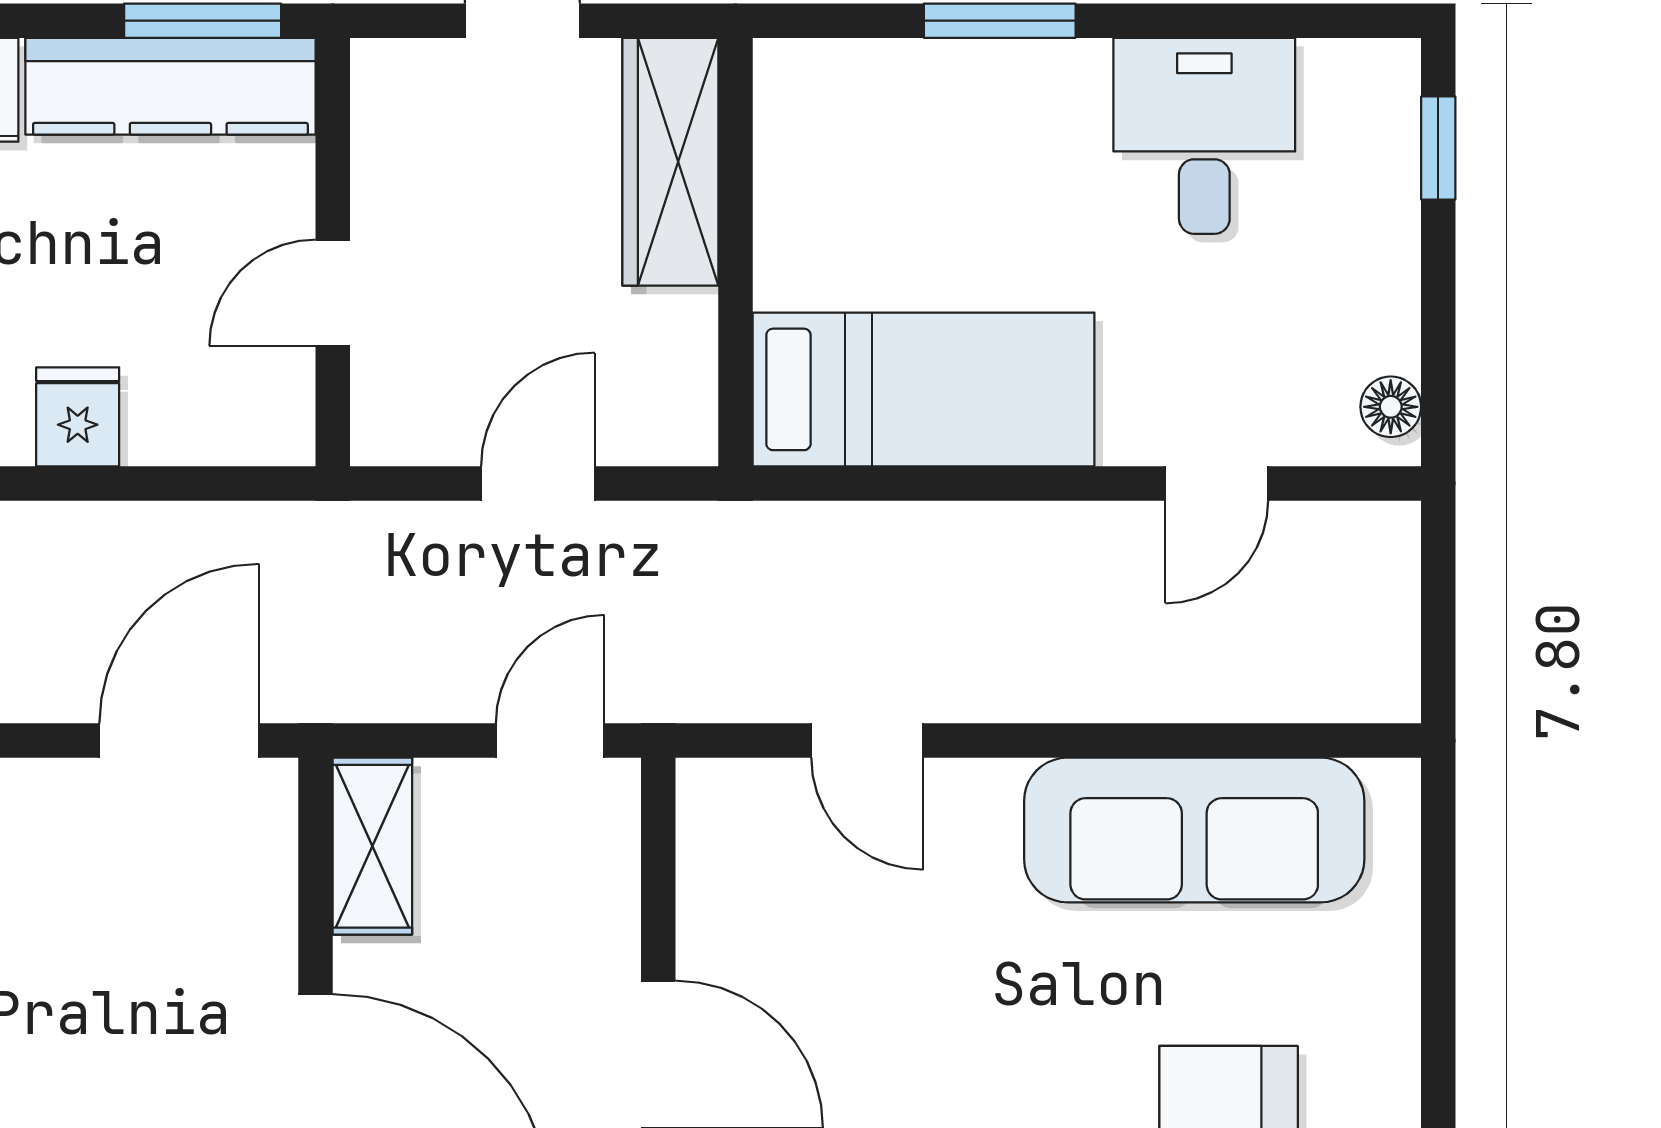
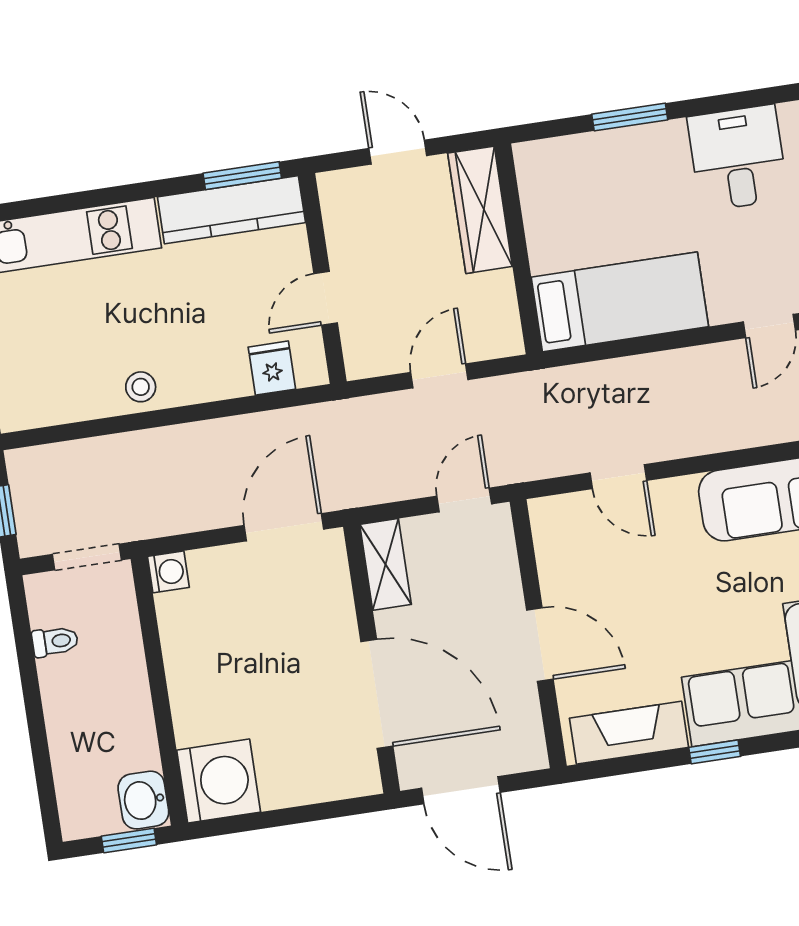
fridge: (78, 417) -> (272, 368), moved

